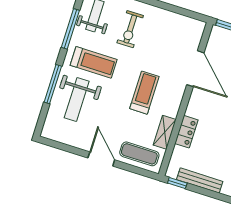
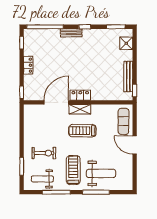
shelving: (165, 132) -> (80, 109), moved
locker: (186, 132) -> (80, 95), moved
door: (101, 159) -> (135, 145), hinge flipped

